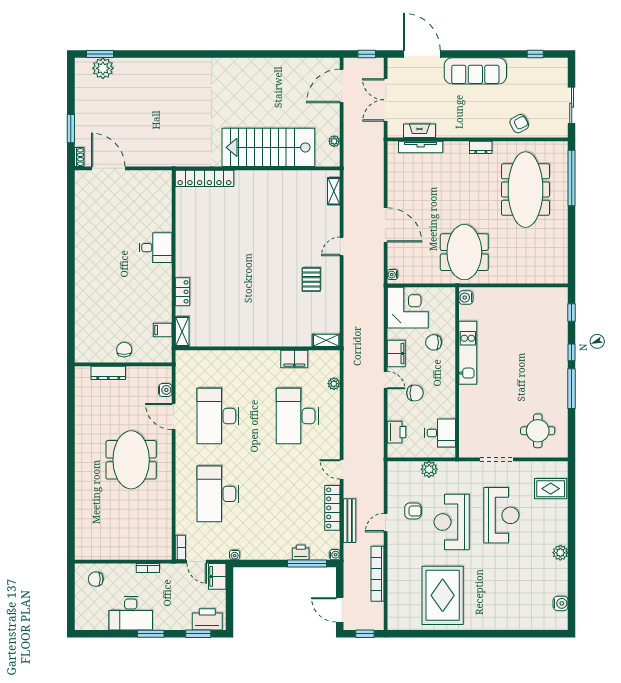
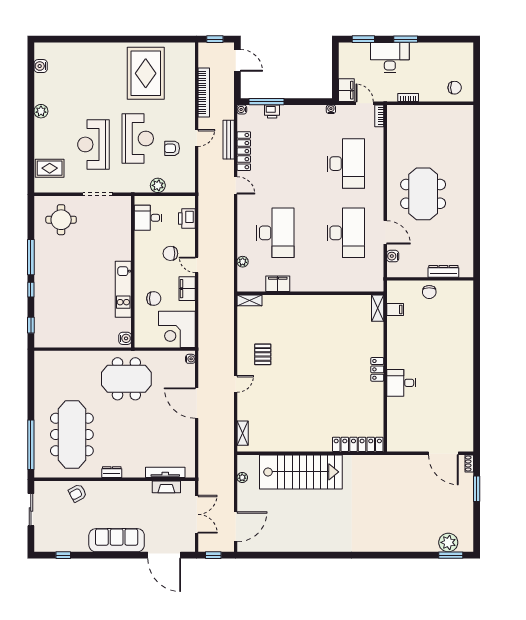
meeting table: (464, 252) -> (126, 379), turned 90
locker: (182, 292) -> (377, 369), moved
desk: (131, 613) -> (390, 57), moved
printer: (207, 619) -> (355, 52), removed

